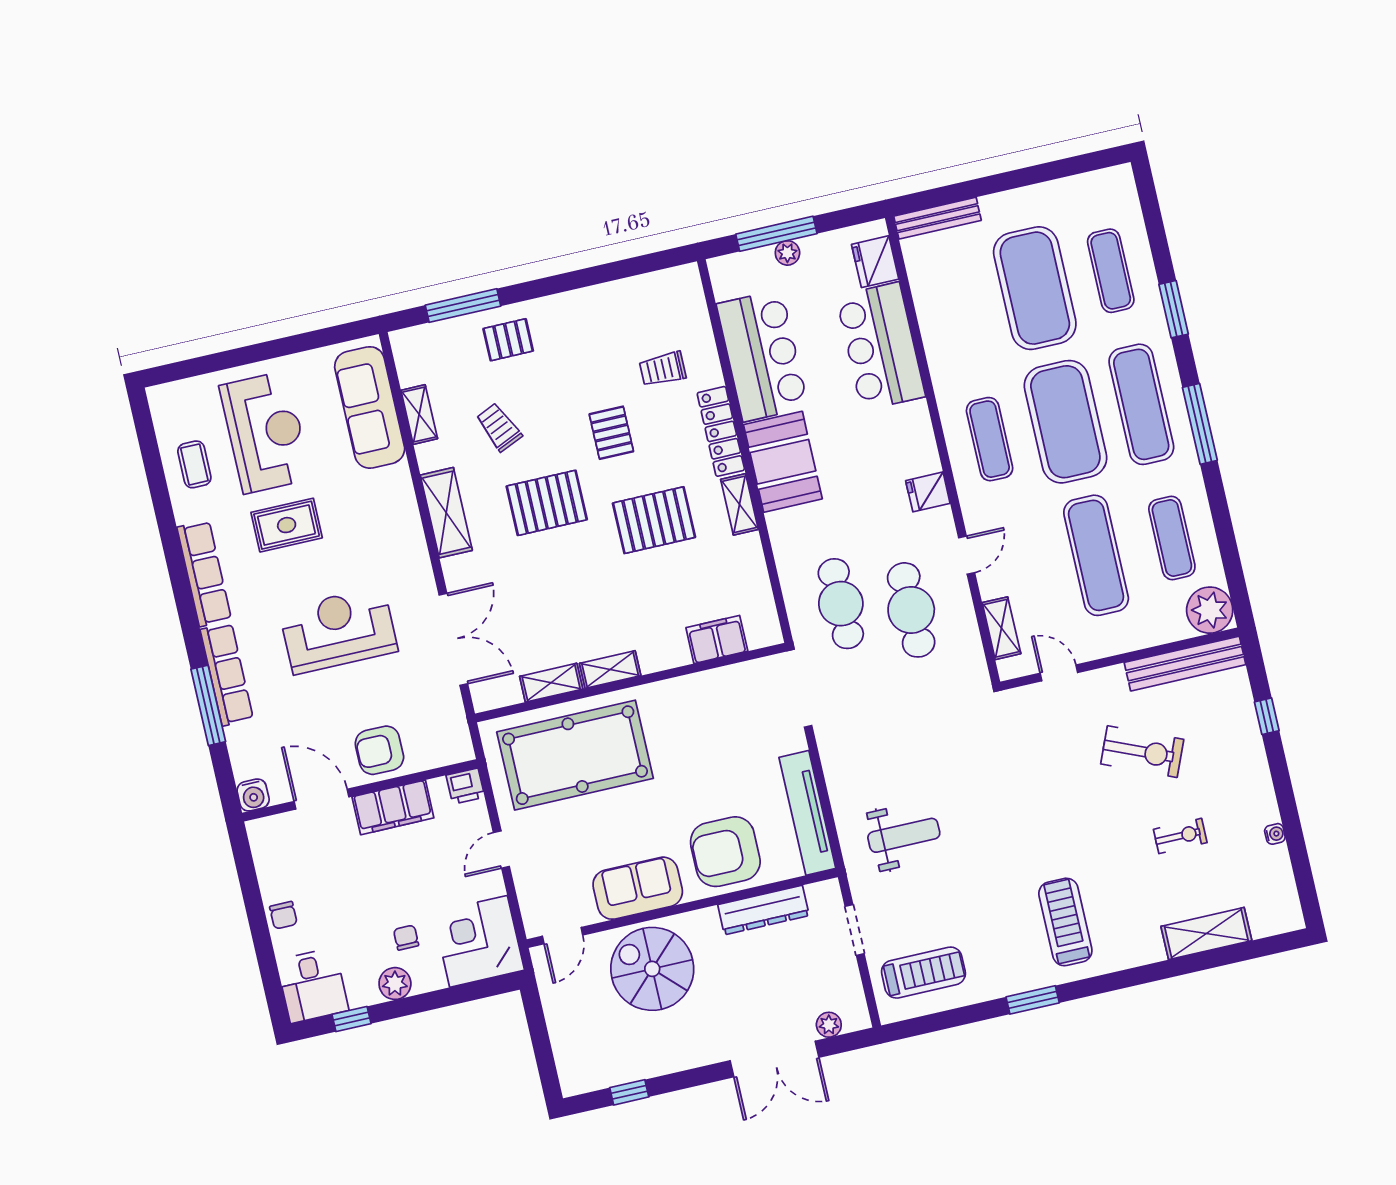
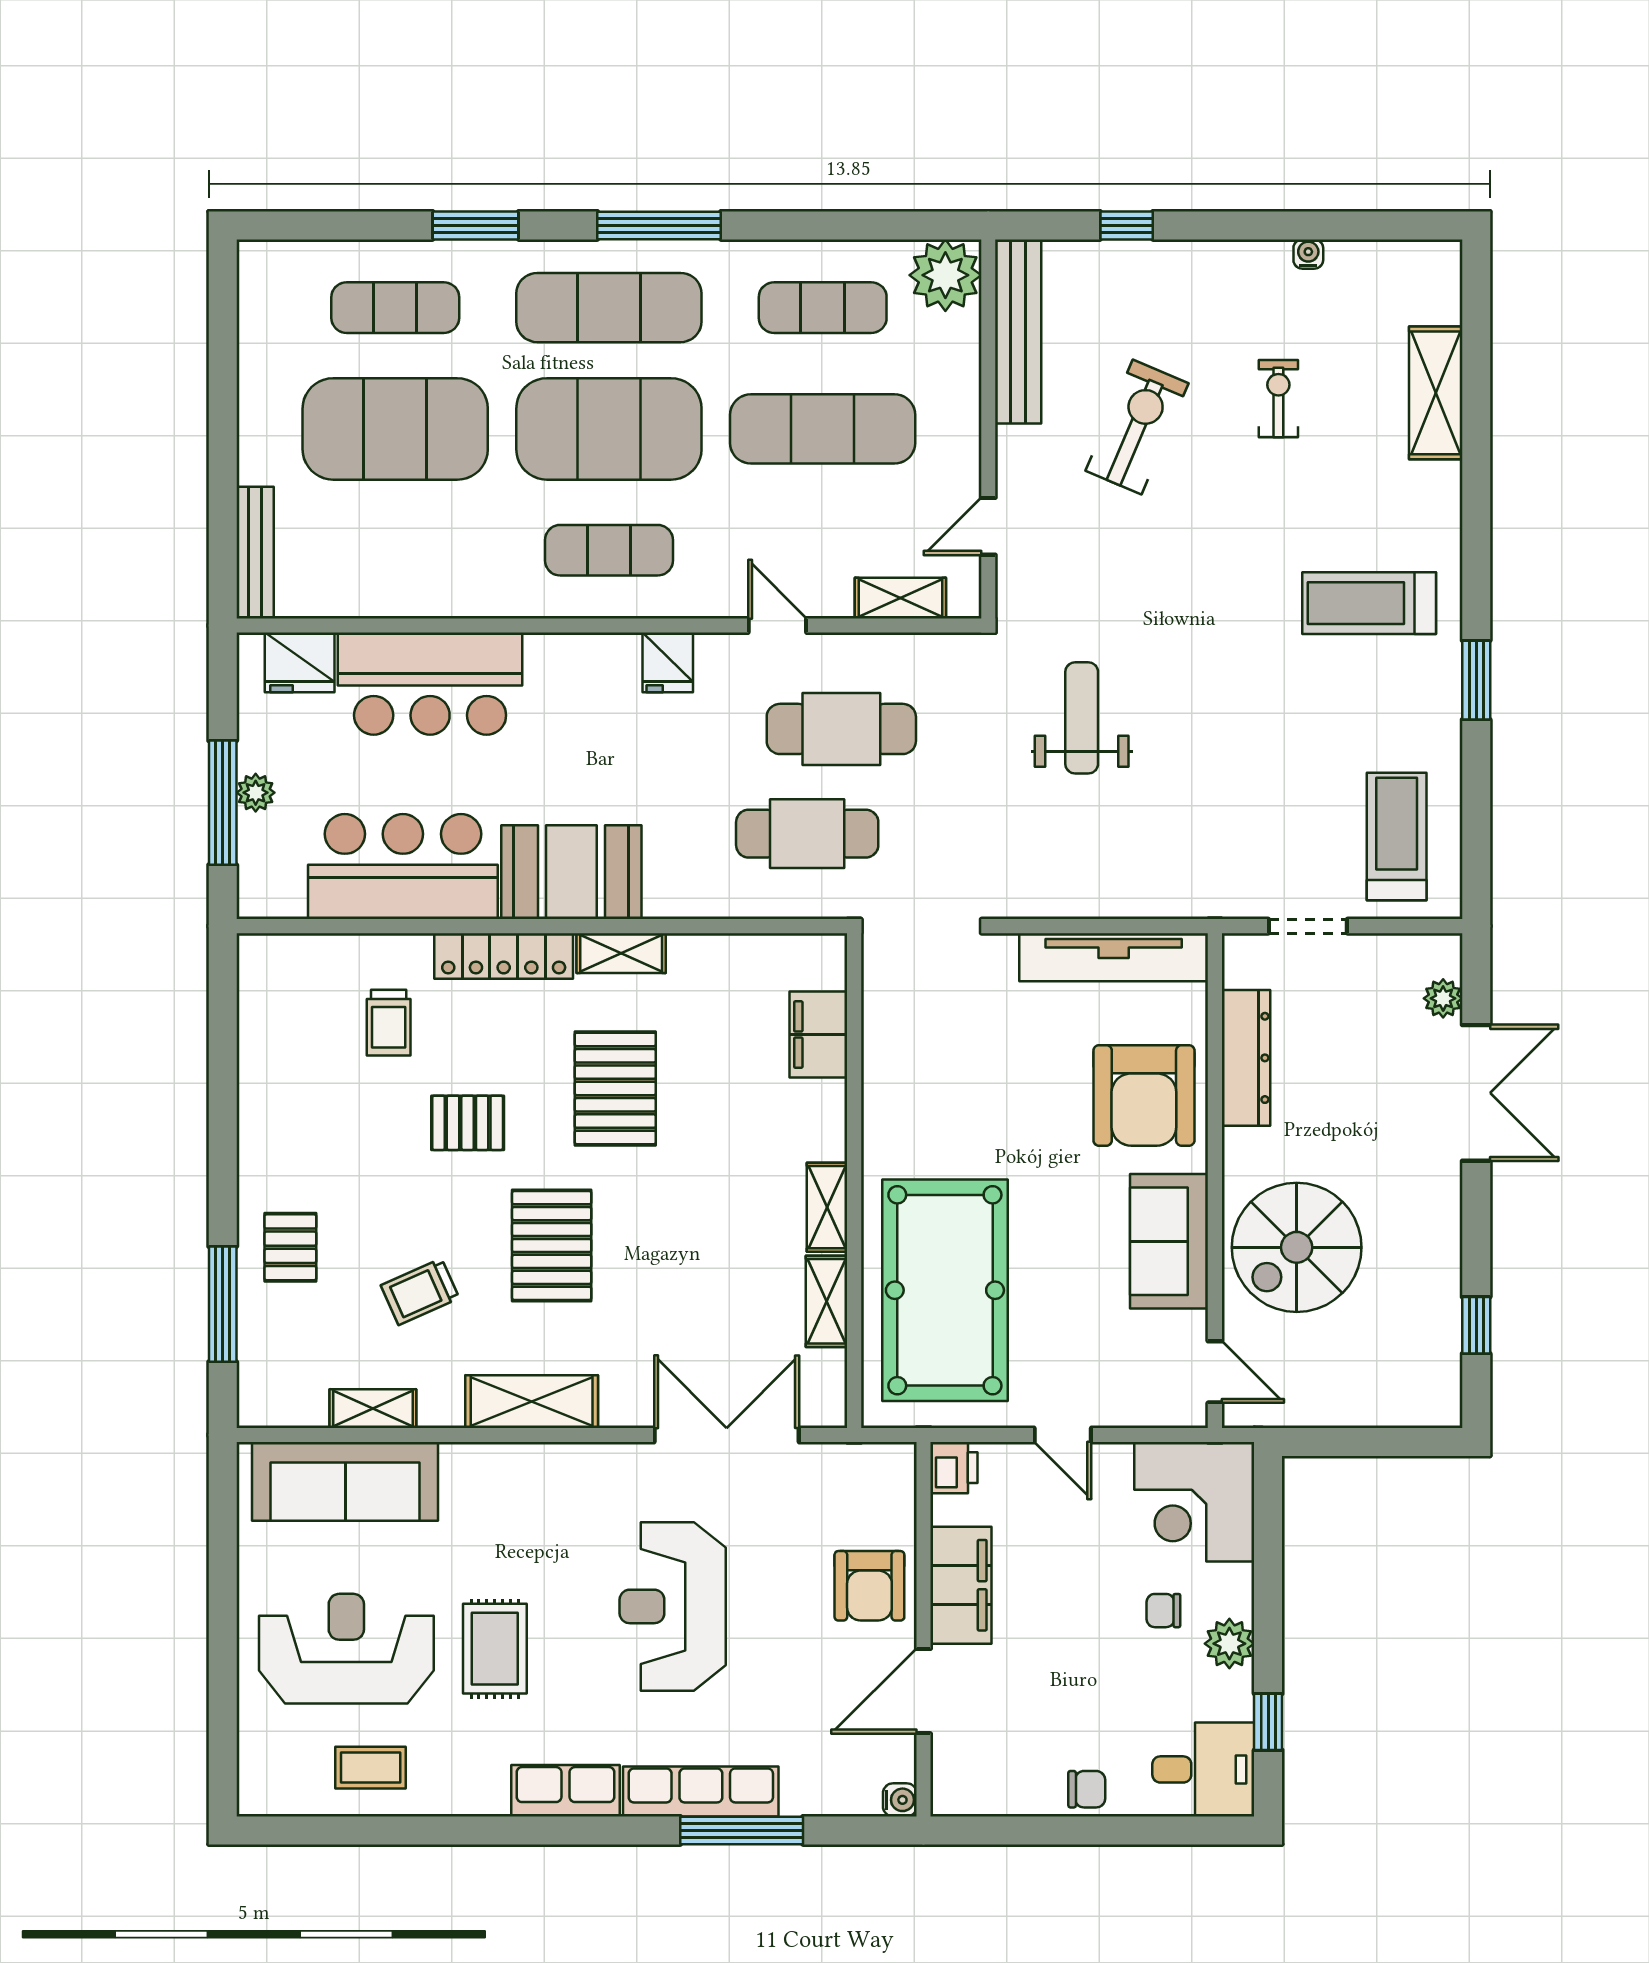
row of seats: (204, 573) -> (565, 1791), width x0.68
water cooler: (253, 795) -> (900, 1800), width x0.72, depth x0.72
weight bench: (904, 835) -> (1082, 718), moved

